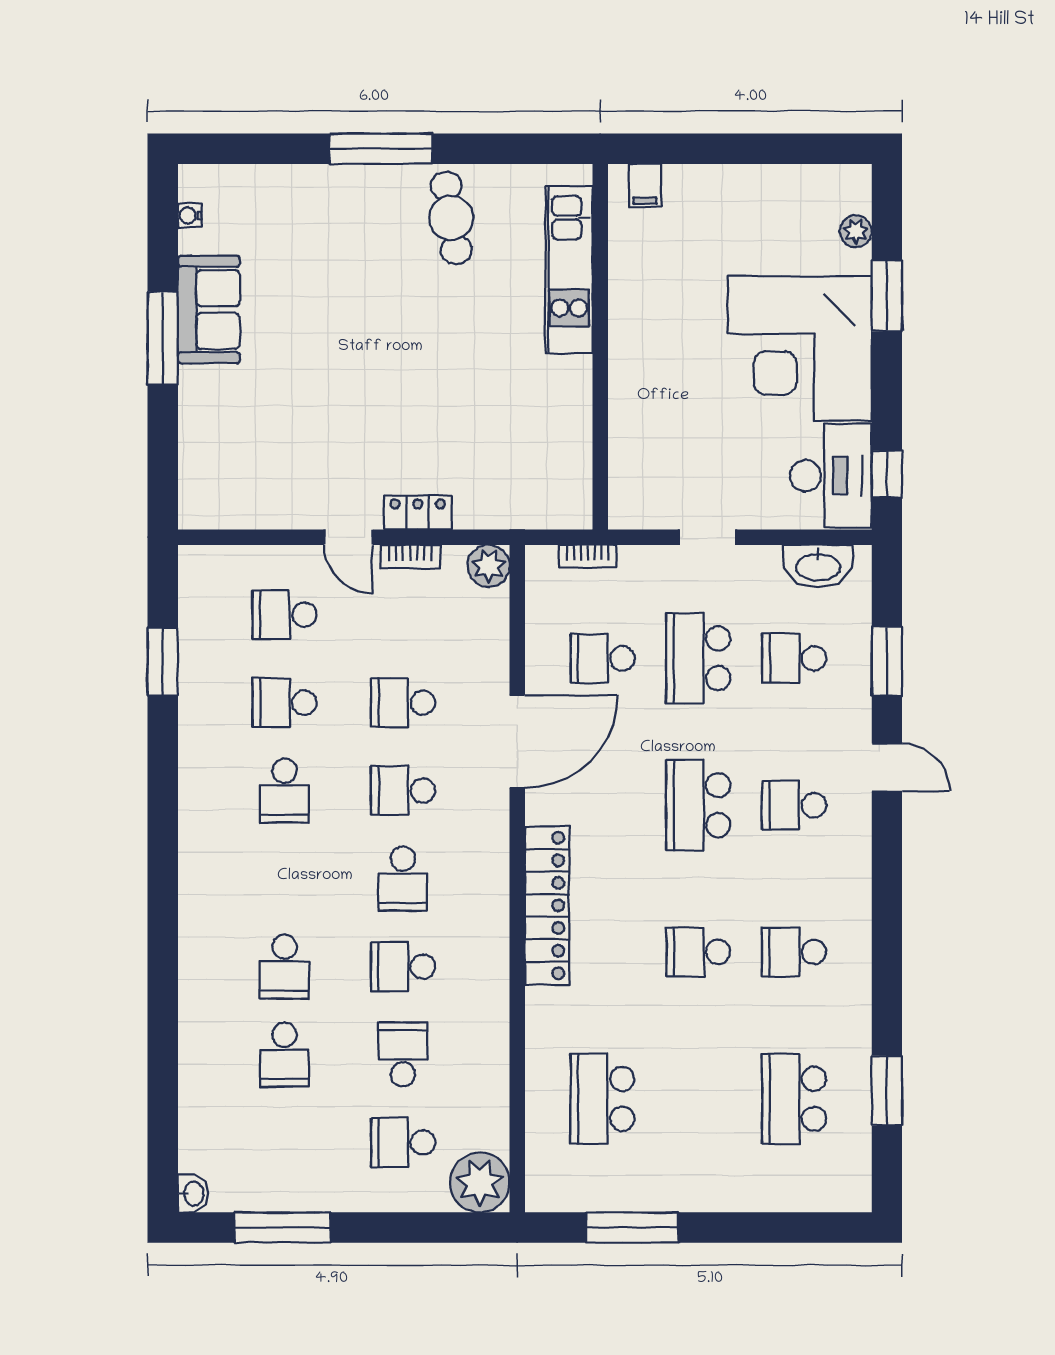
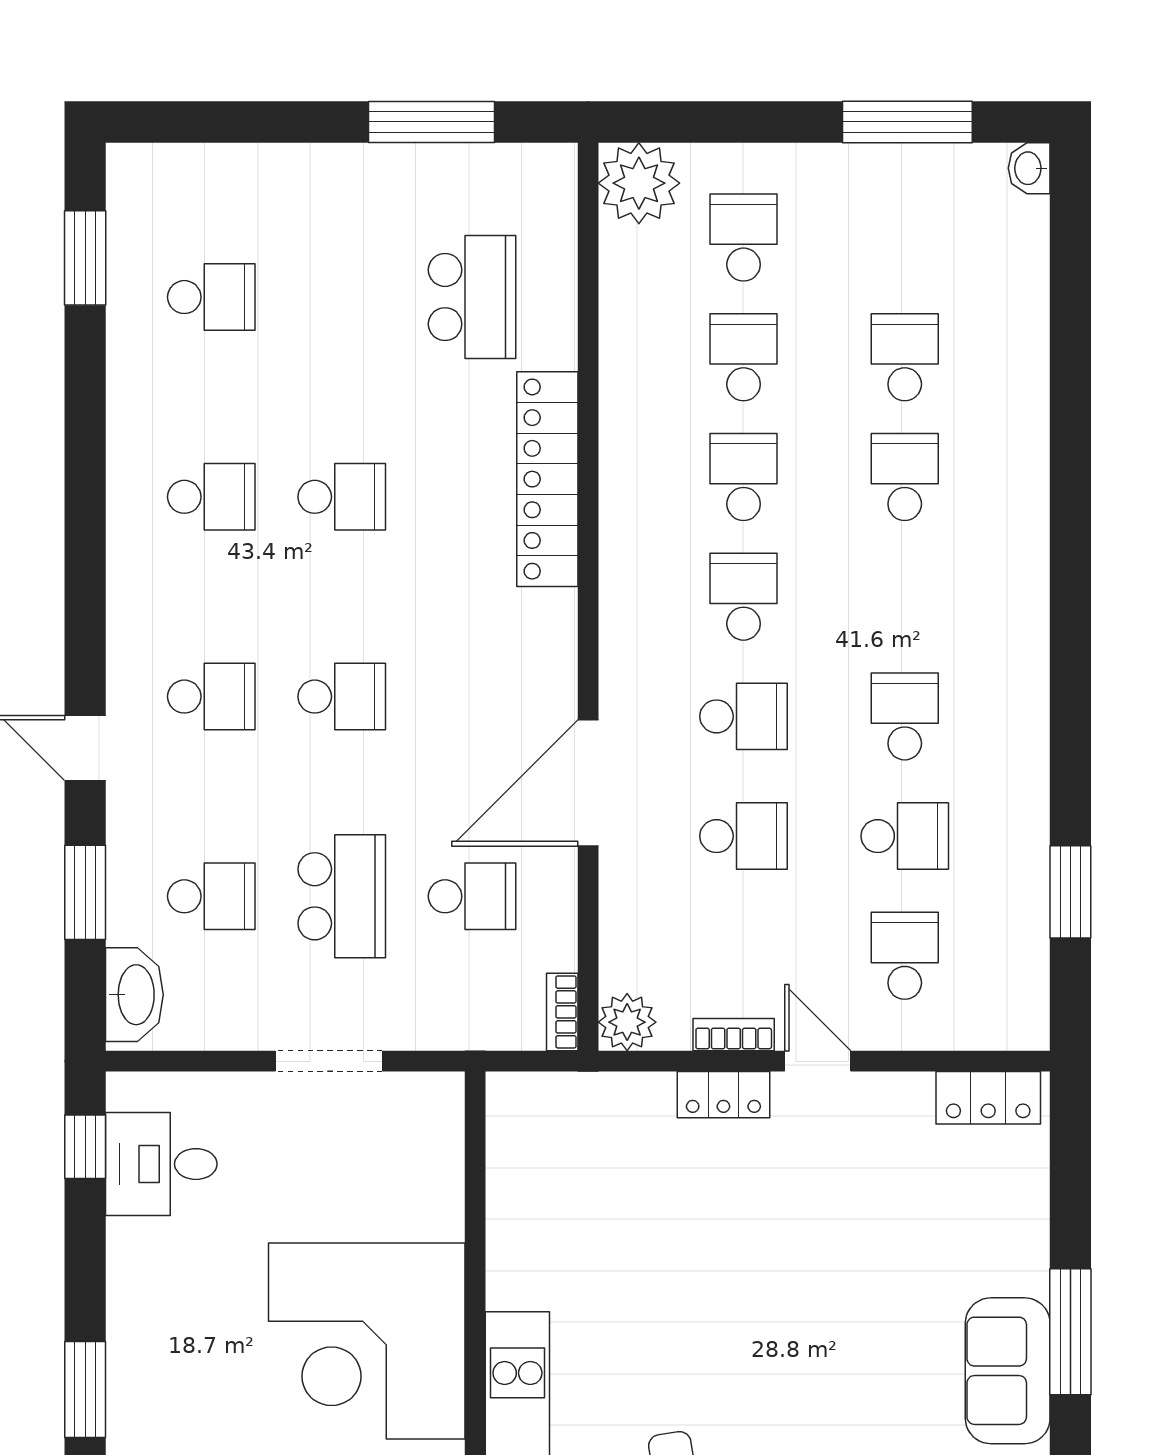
corner desk: (800, 348) -> (367, 1341), moved, turned 180
desk: (831, 476) -> (161, 1164), width x0.73
locker: (223, 510) -> (988, 1098), added
doorway: (708, 537) -> (329, 1061), width x1.38
bookcase: (588, 556) -> (562, 1012), moved, turned -90
washbasin: (818, 566) -> (134, 995), moved, turned 90
school desk: (284, 615) -> (905, 956), turned -90
school desk: (698, 805) -> (342, 697), width x0.54
locker: (547, 905) -> (547, 479), moved
school desk: (403, 967) -> (744, 477), turned -90
school desk: (403, 1055) -> (744, 357), turned 180
window: (887, 1091) -> (85, 258), moved
school desk: (794, 1099) -> (211, 297), width x0.54
school desk: (403, 1143) -> (744, 238), turned -90

